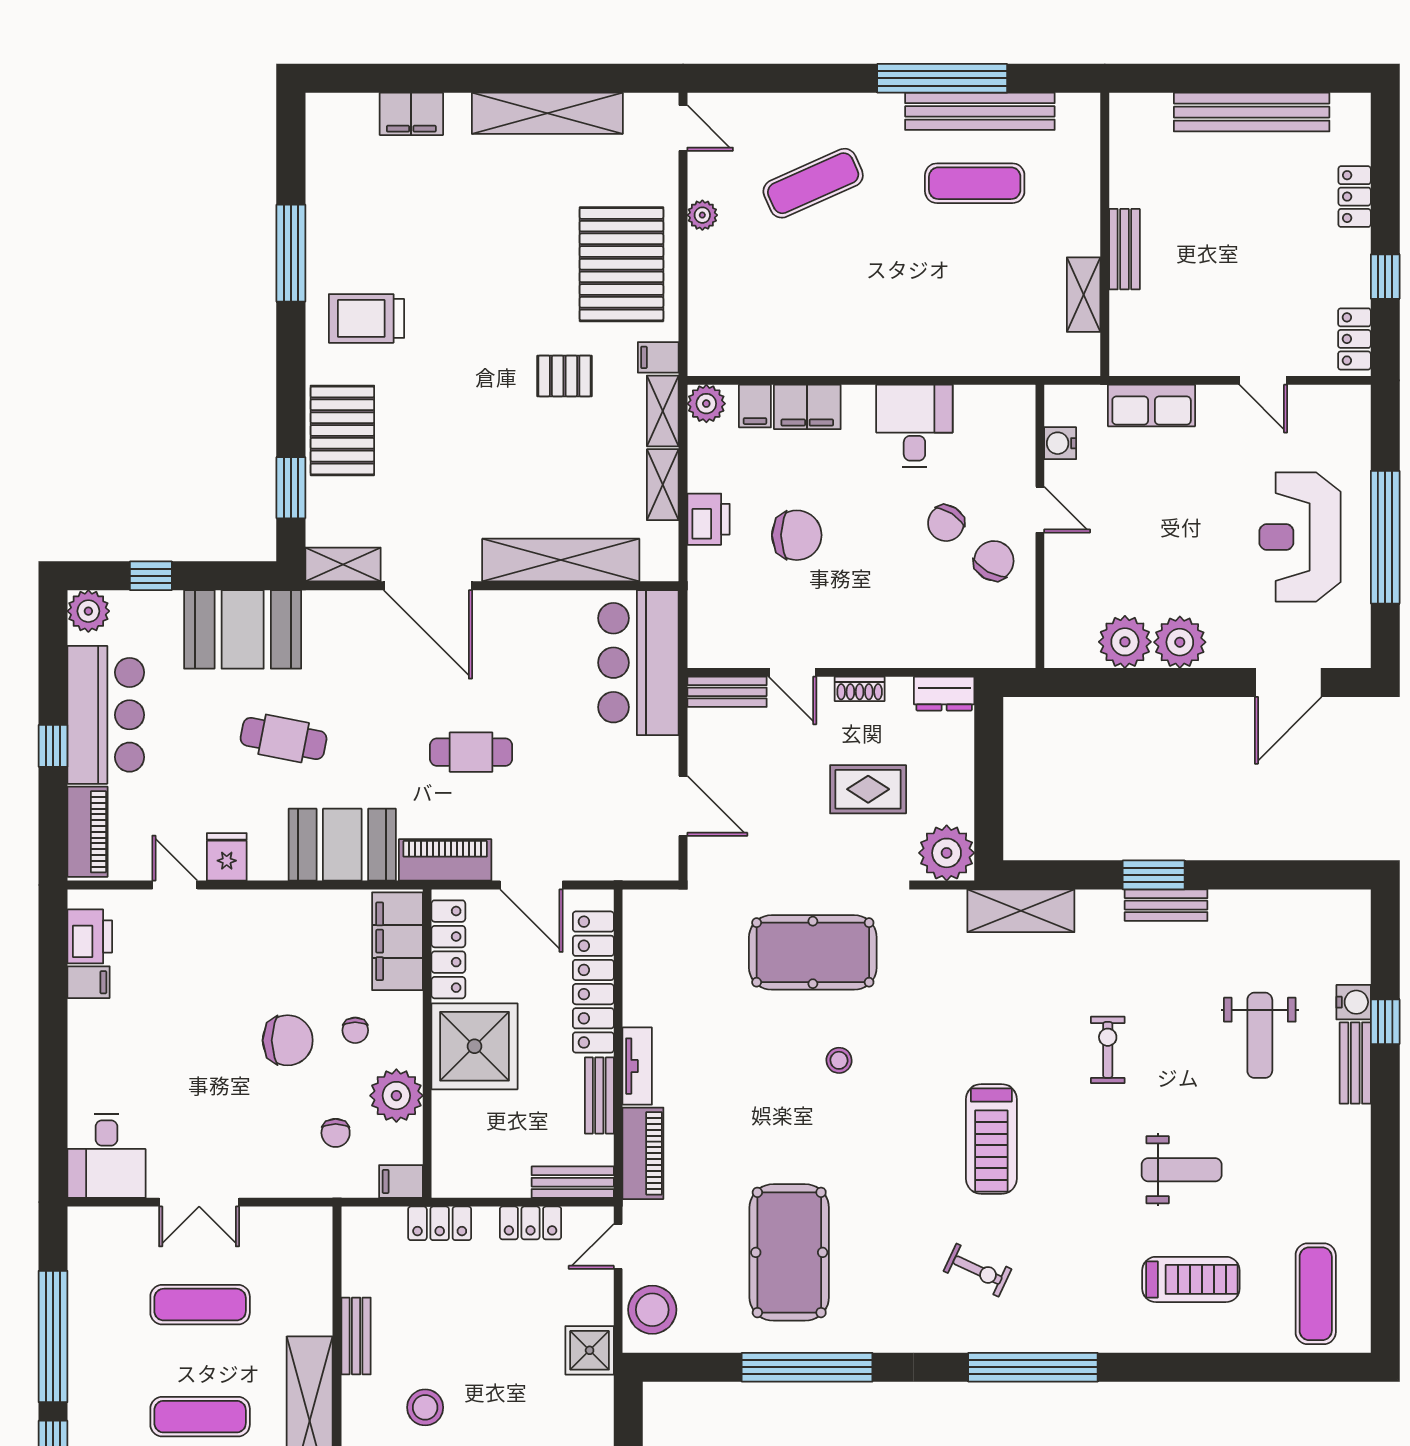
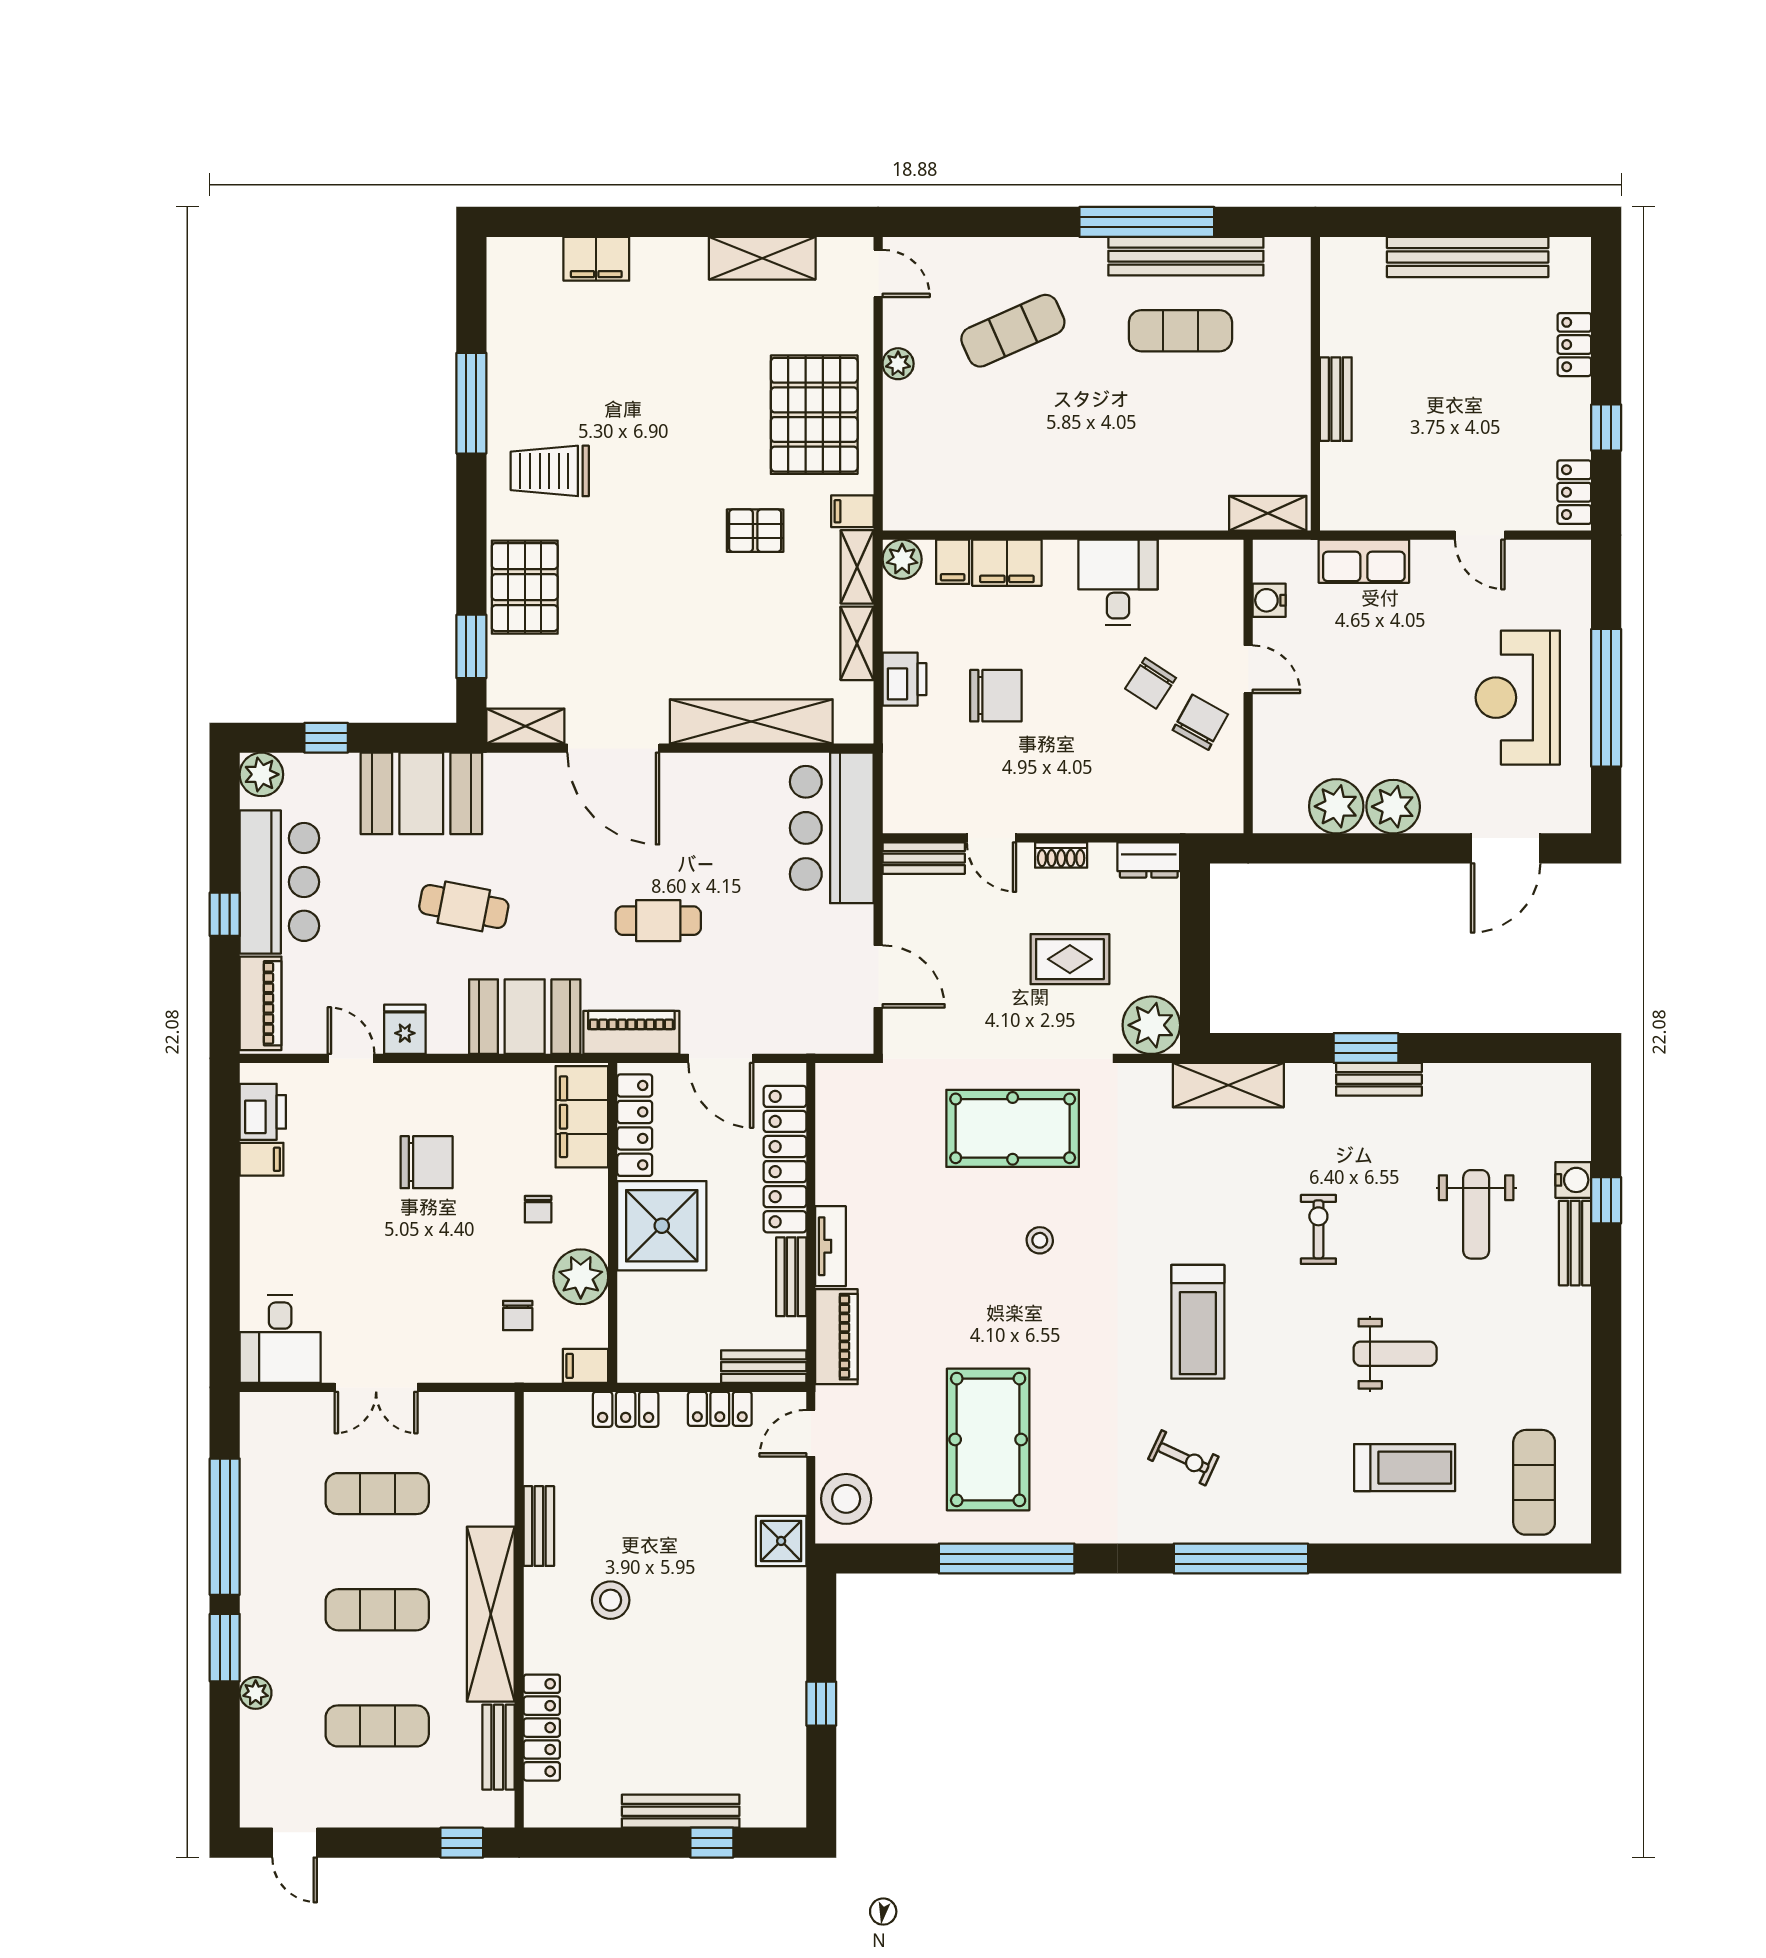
shelving: (547, 113) -> (762, 258), width x0.68
shelving: (1084, 295) -> (1268, 513), moved, turned 90
chair: (288, 1040) -> (427, 1162), moved

